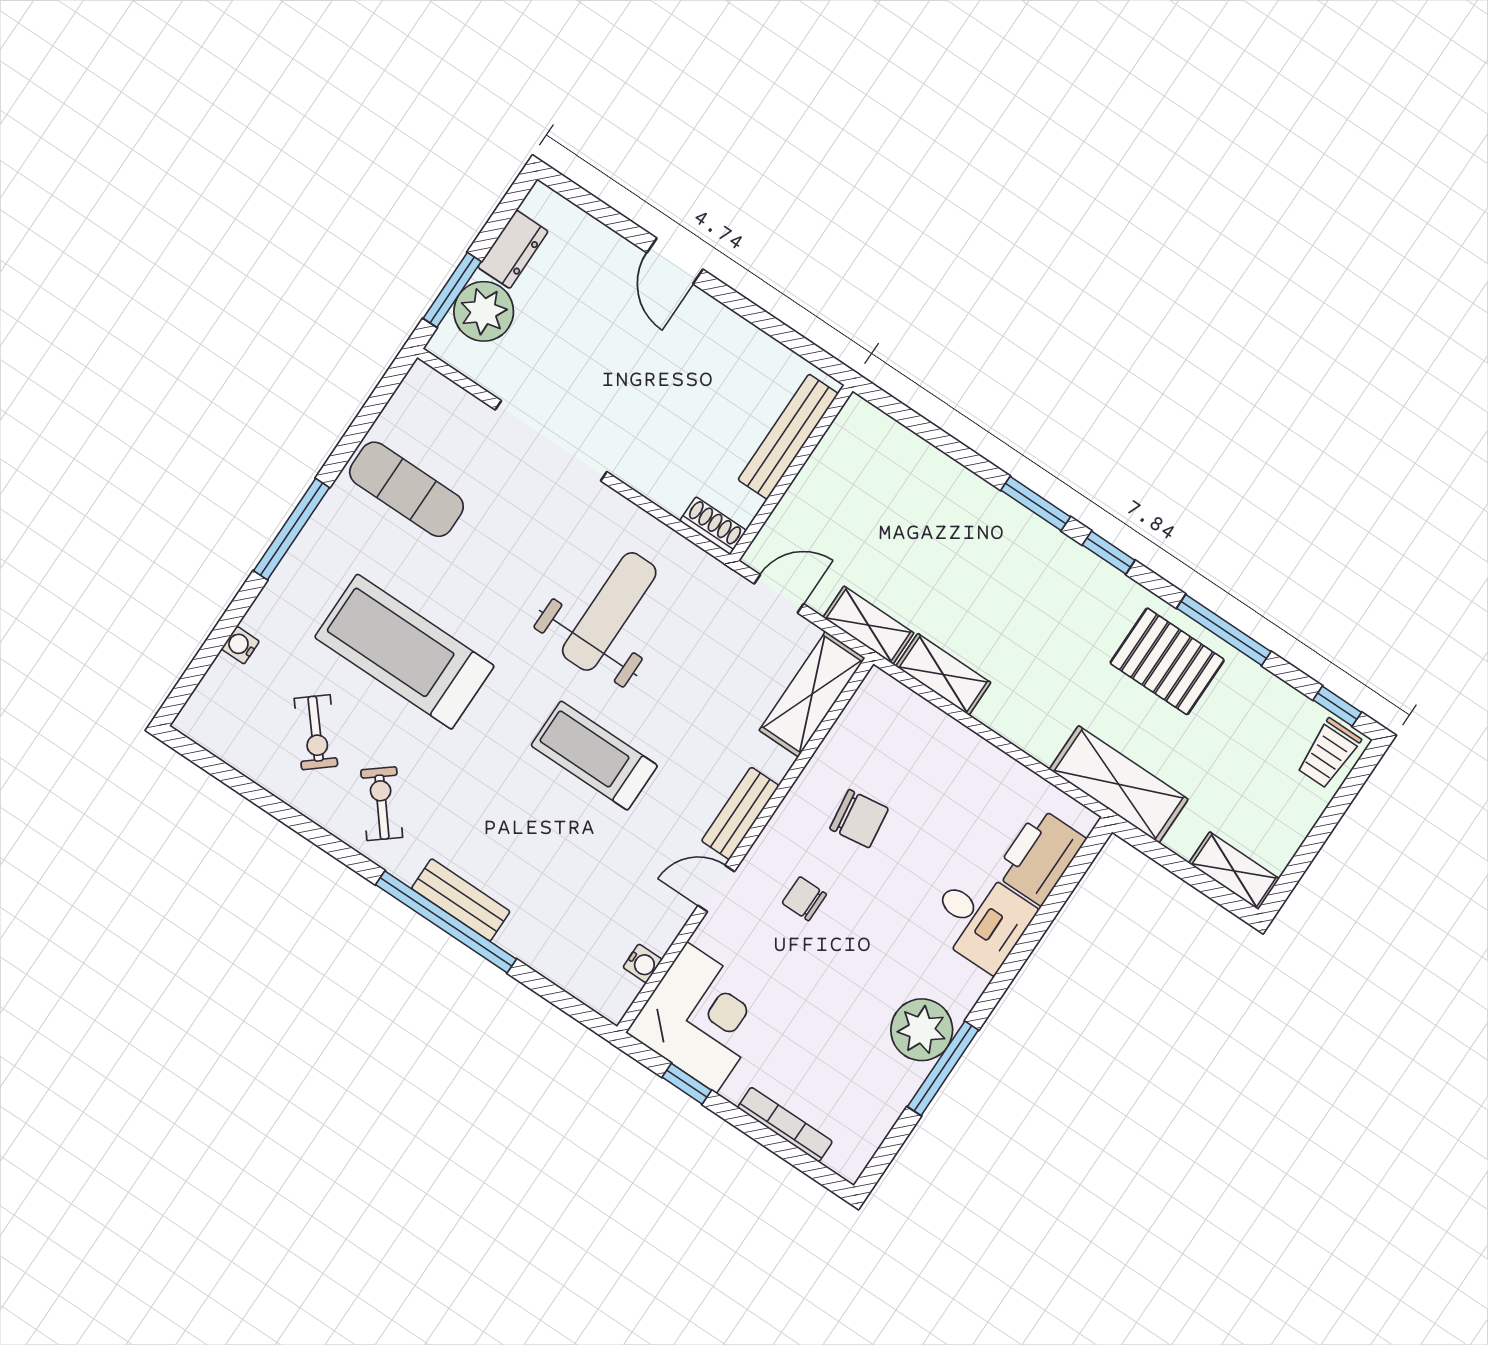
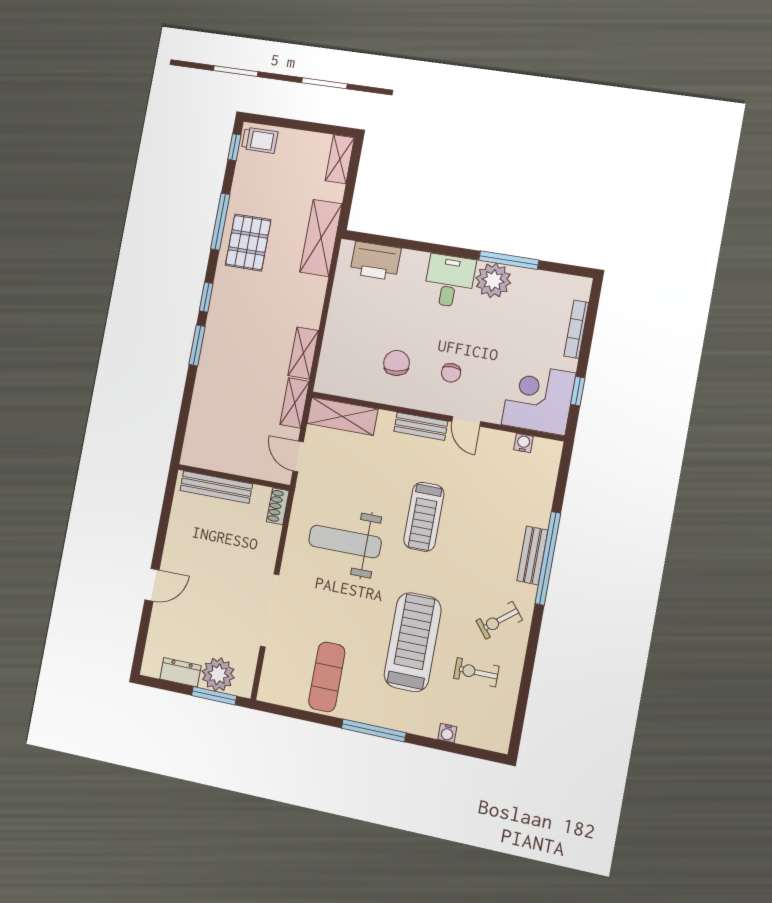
treadmill: (404, 652) -> (413, 642), turned 180
exercise bike: (316, 732) -> (476, 672), turned -140
desk: (981, 919) -> (449, 281), moved

